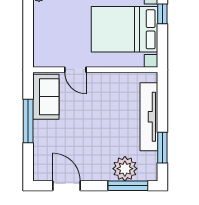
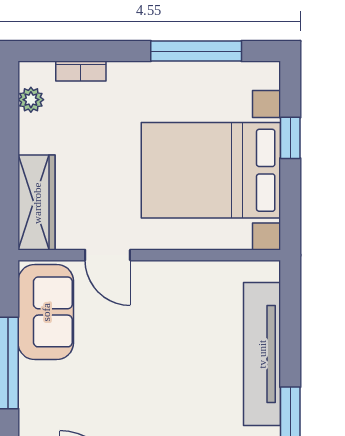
wardrobe: (42, 45) -> (37, 203), added

